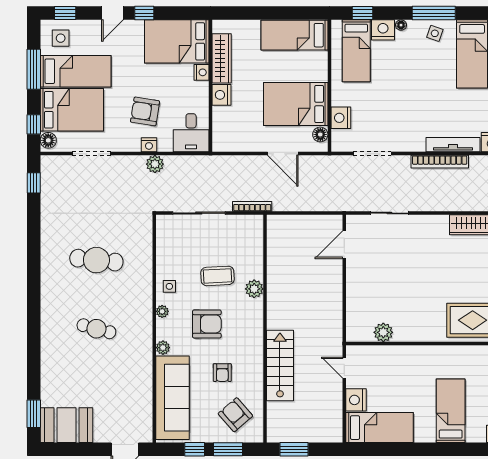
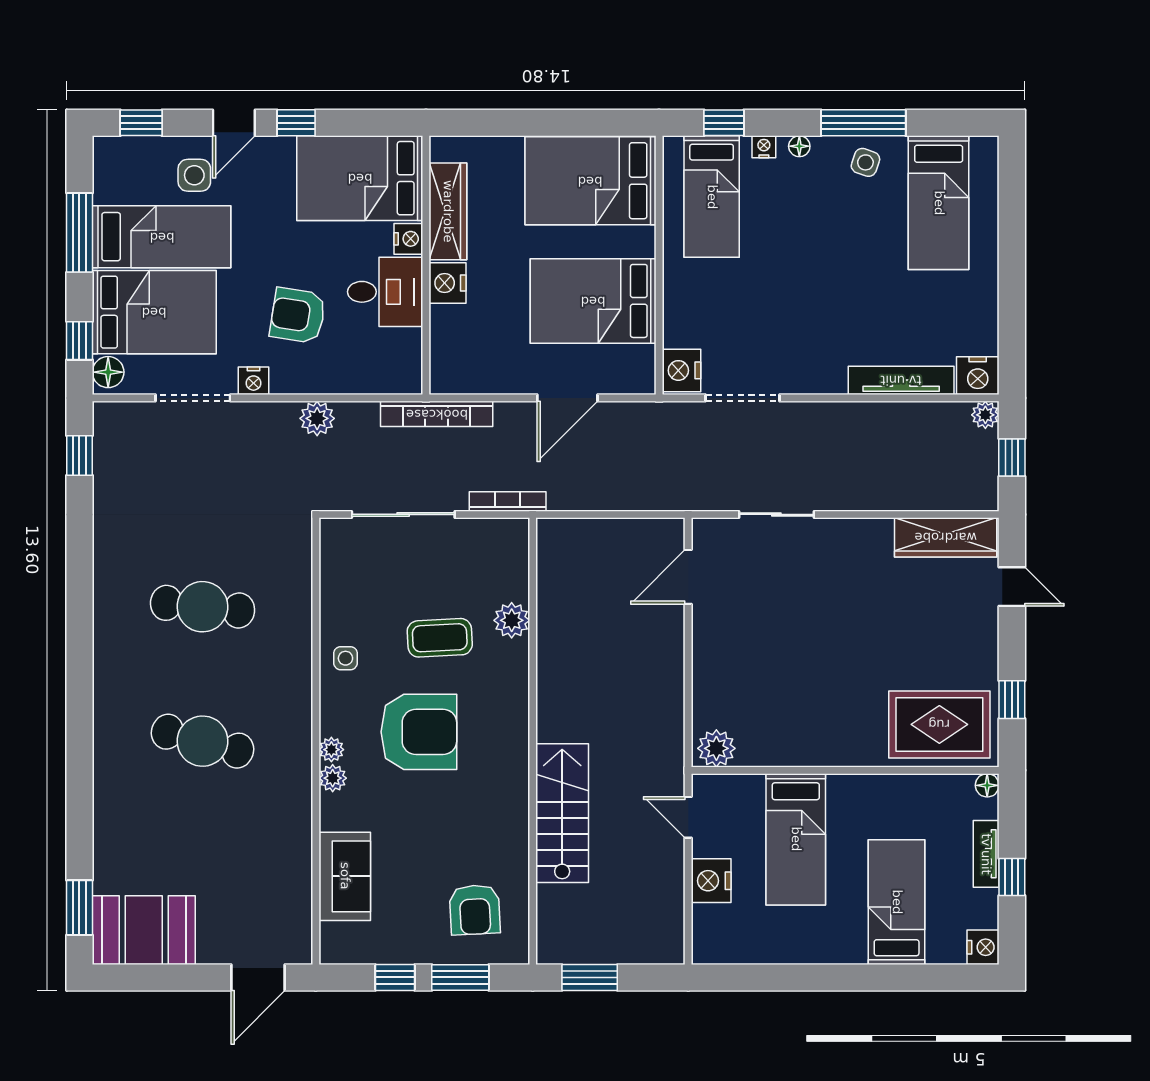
nightstand: (383, 30) -> (764, 147), width x0.53, depth x0.56
bed: (294, 35) -> (590, 181), width x1.50
side table: (61, 38) -> (194, 175), moved
nightstand: (341, 118) -> (681, 370), moved
desk: (191, 133) -> (385, 292), moved, turned -90
floor lamp: (320, 134) -> (641, 361), removed
nightstand: (149, 145) -> (253, 381), moved
door: (283, 154) -> (567, 398), hinge flipped
bookcase: (440, 162) -> (437, 414), moved
plant: (254, 289) -> (512, 620), moved
plant: (162, 311) -> (331, 750), moved
armchair: (207, 324) -> (419, 732), width x1.36, depth x1.36
cafe table: (96, 329) -> (203, 741), width x1.37, depth x1.35
plant: (383, 332) -> (716, 748), moved
armchair: (222, 373) -> (449, 827), removed
sofa: (173, 398) -> (345, 876), width x0.54, depth x0.79
armchair: (235, 415) -> (475, 910), turned -142
bed: (380, 428) -> (796, 839), moved, turned 90

